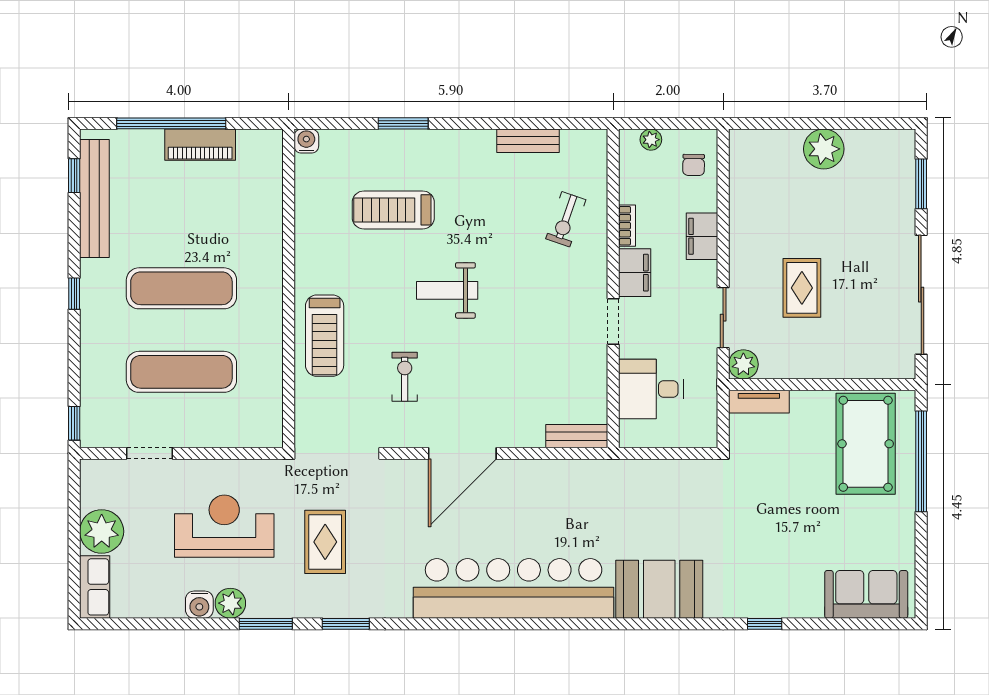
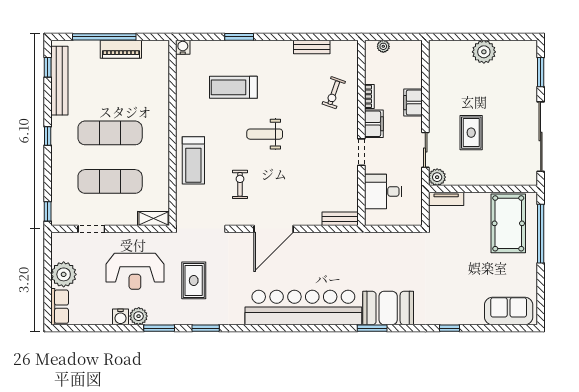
chair: (694, 165) -> (408, 61), removed
shelving: (256, 436) -> (153, 219), added
reception desk: (224, 526) -> (135, 271), turned 180
window: (632, 624) -> (372, 328), added

